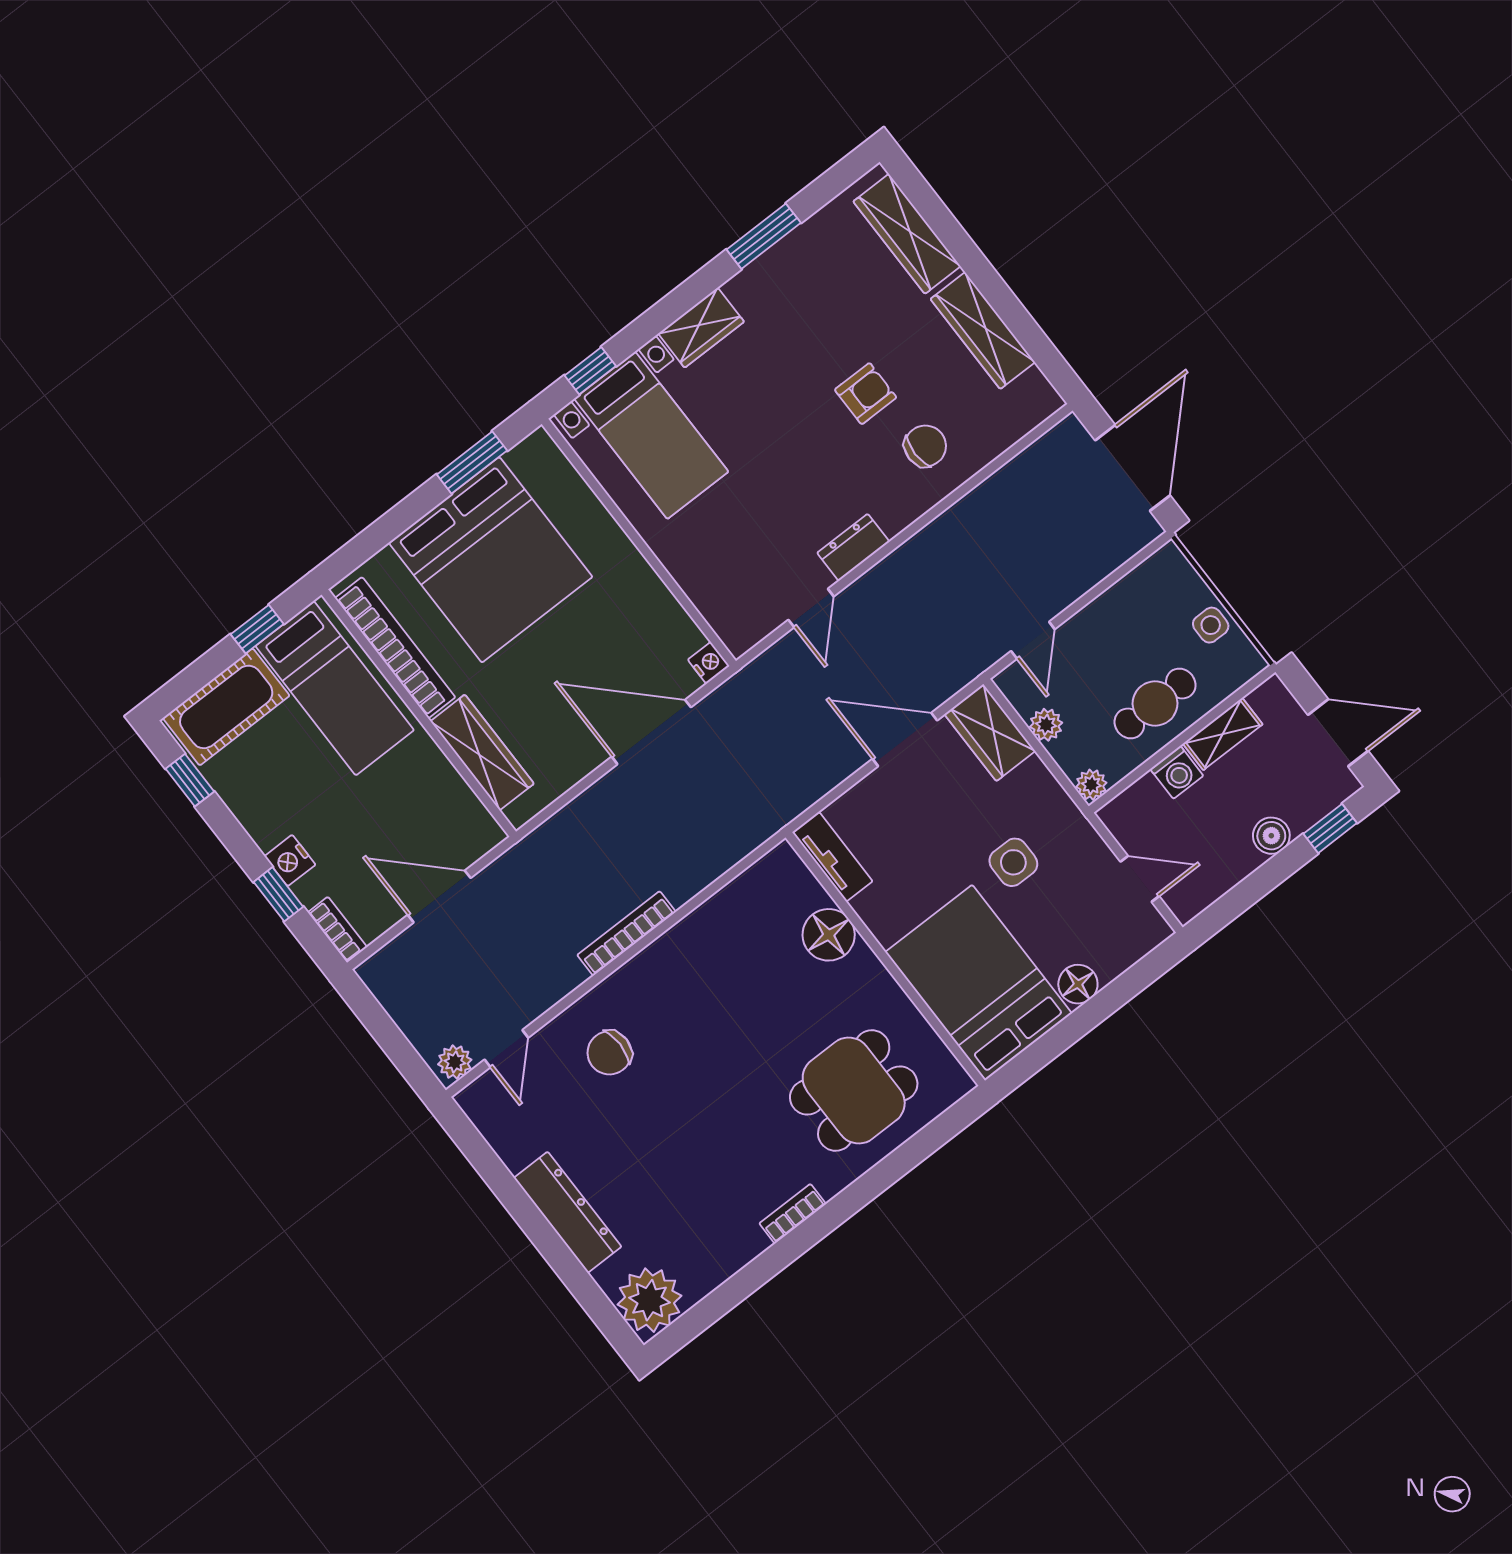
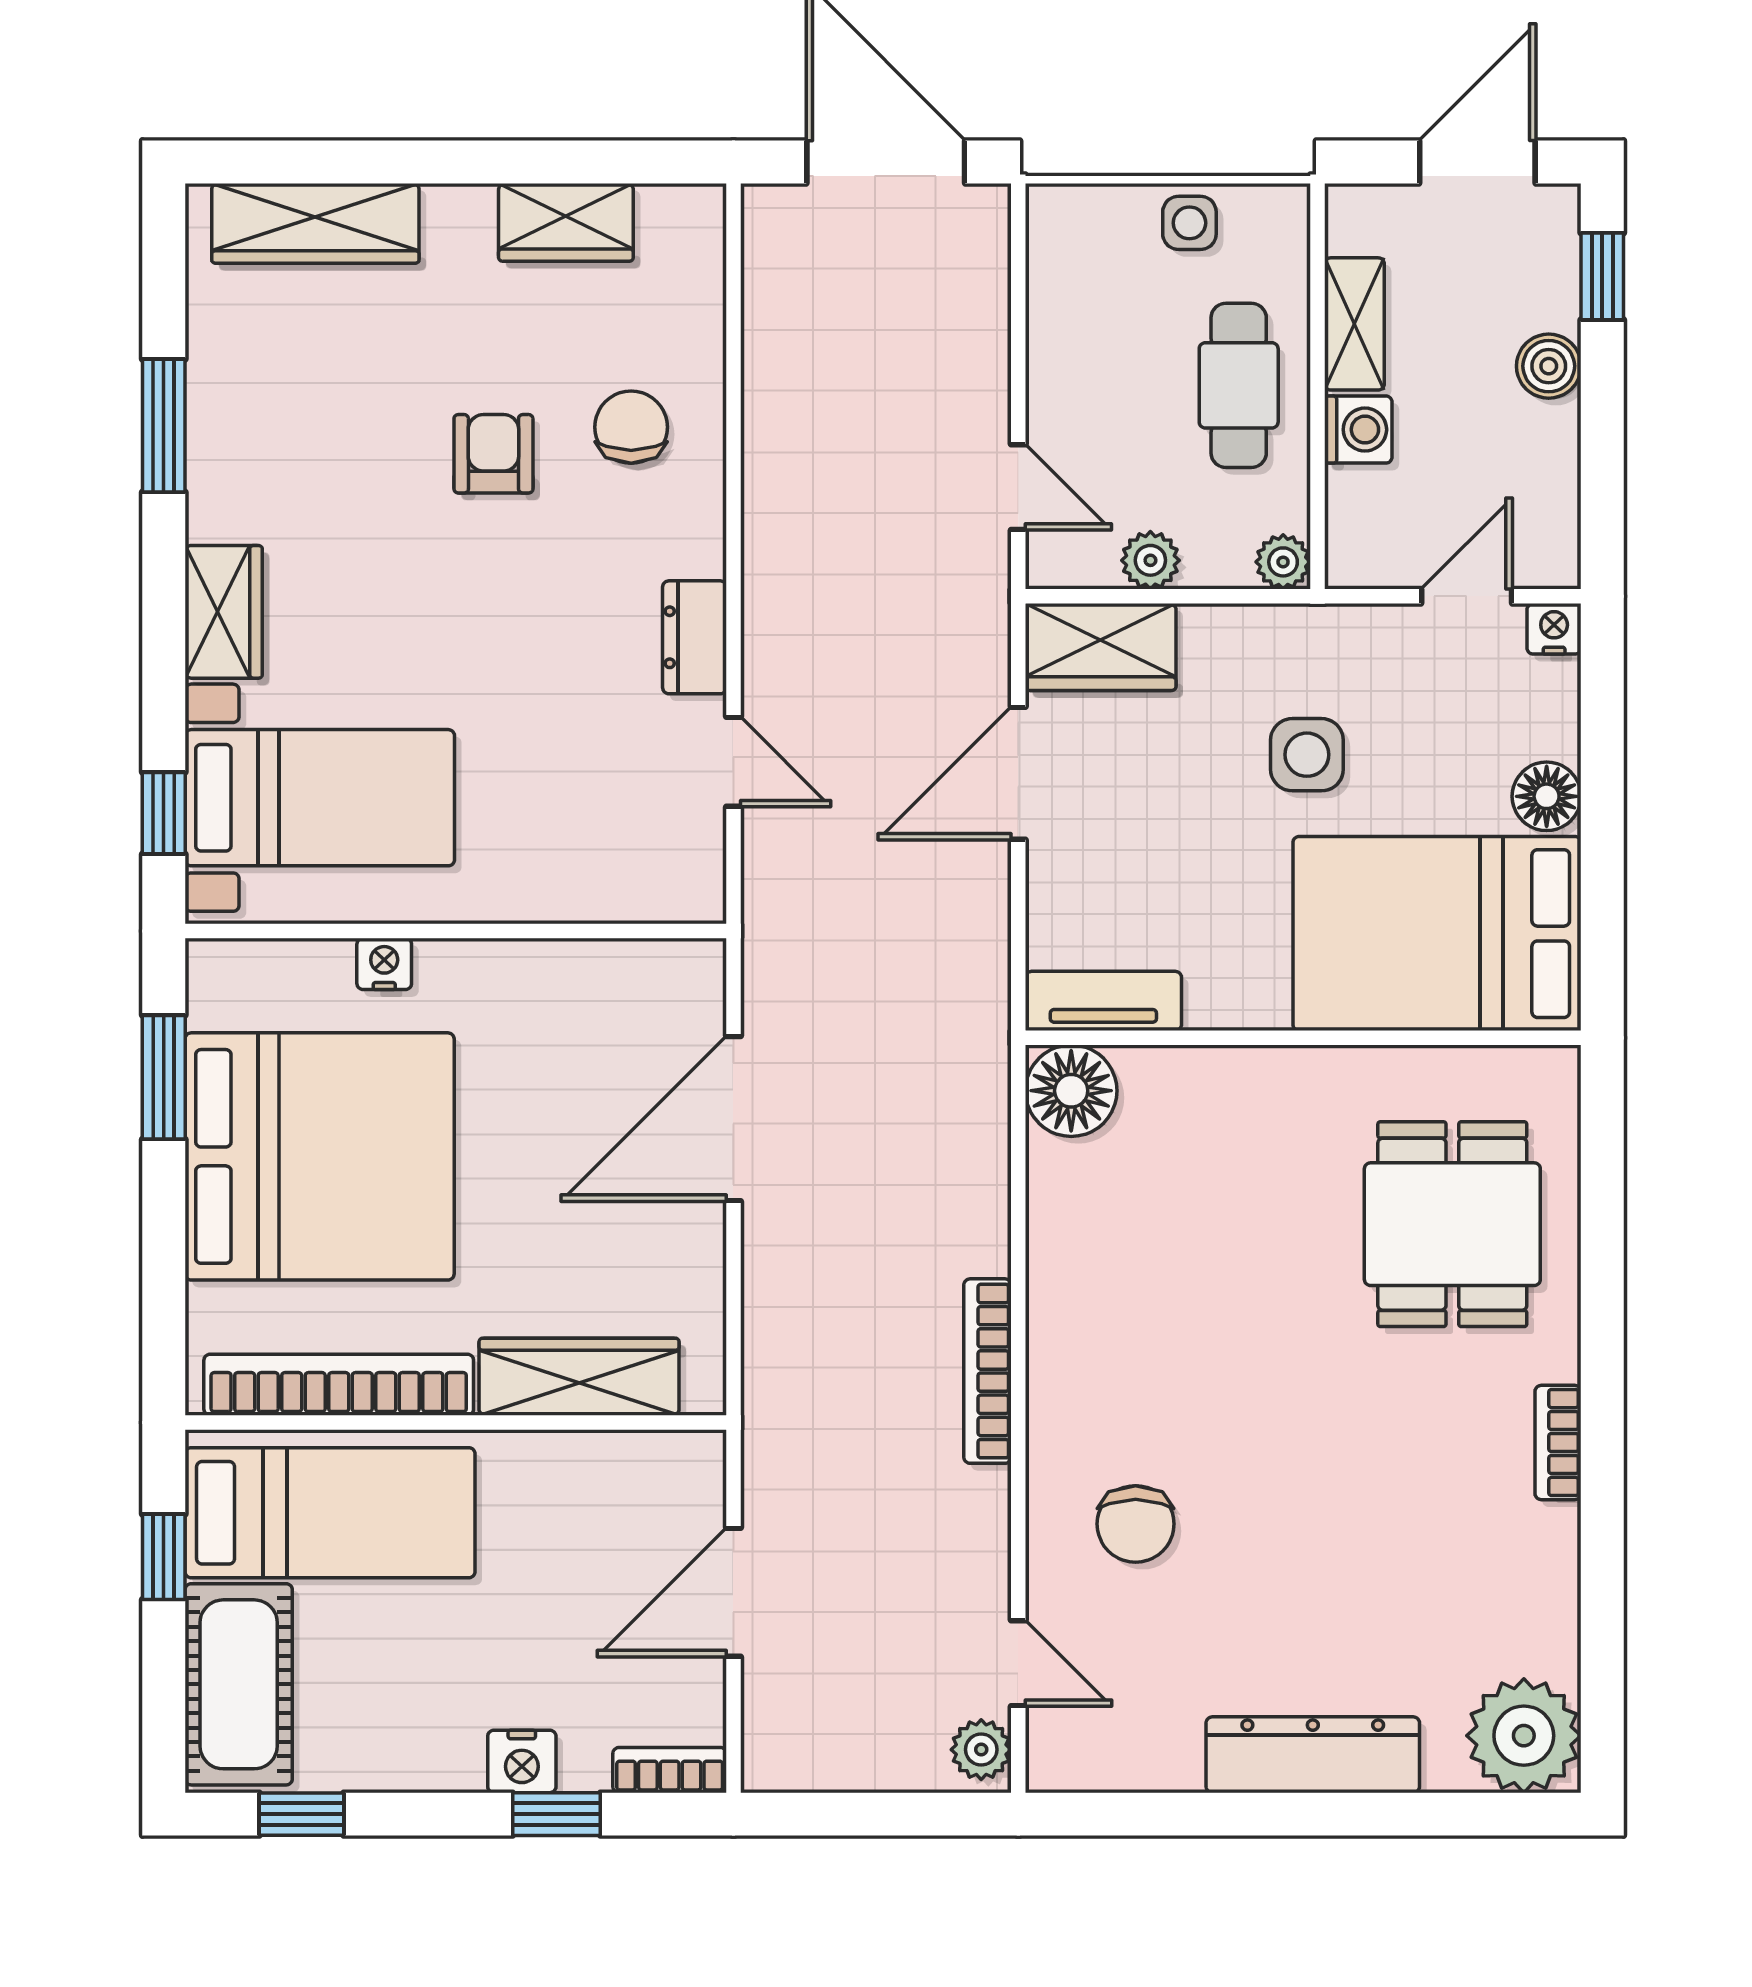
wardrobe: (983, 331) -> (566, 222), width x0.67
nightstand: (709, 663) -> (384, 964), moved
nightstand: (1156, 929) -> (1554, 629), added
floor lamp: (829, 935) -> (1071, 1091), moved

